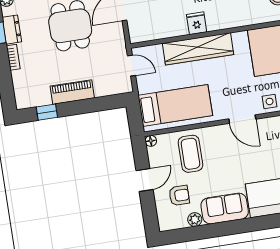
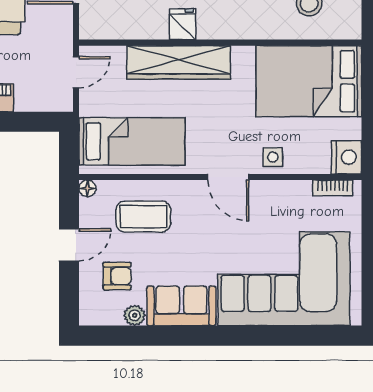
door: (131, 66) -> (76, 72), hinge flipped
coffee table: (190, 154) -> (143, 217), turned 90

